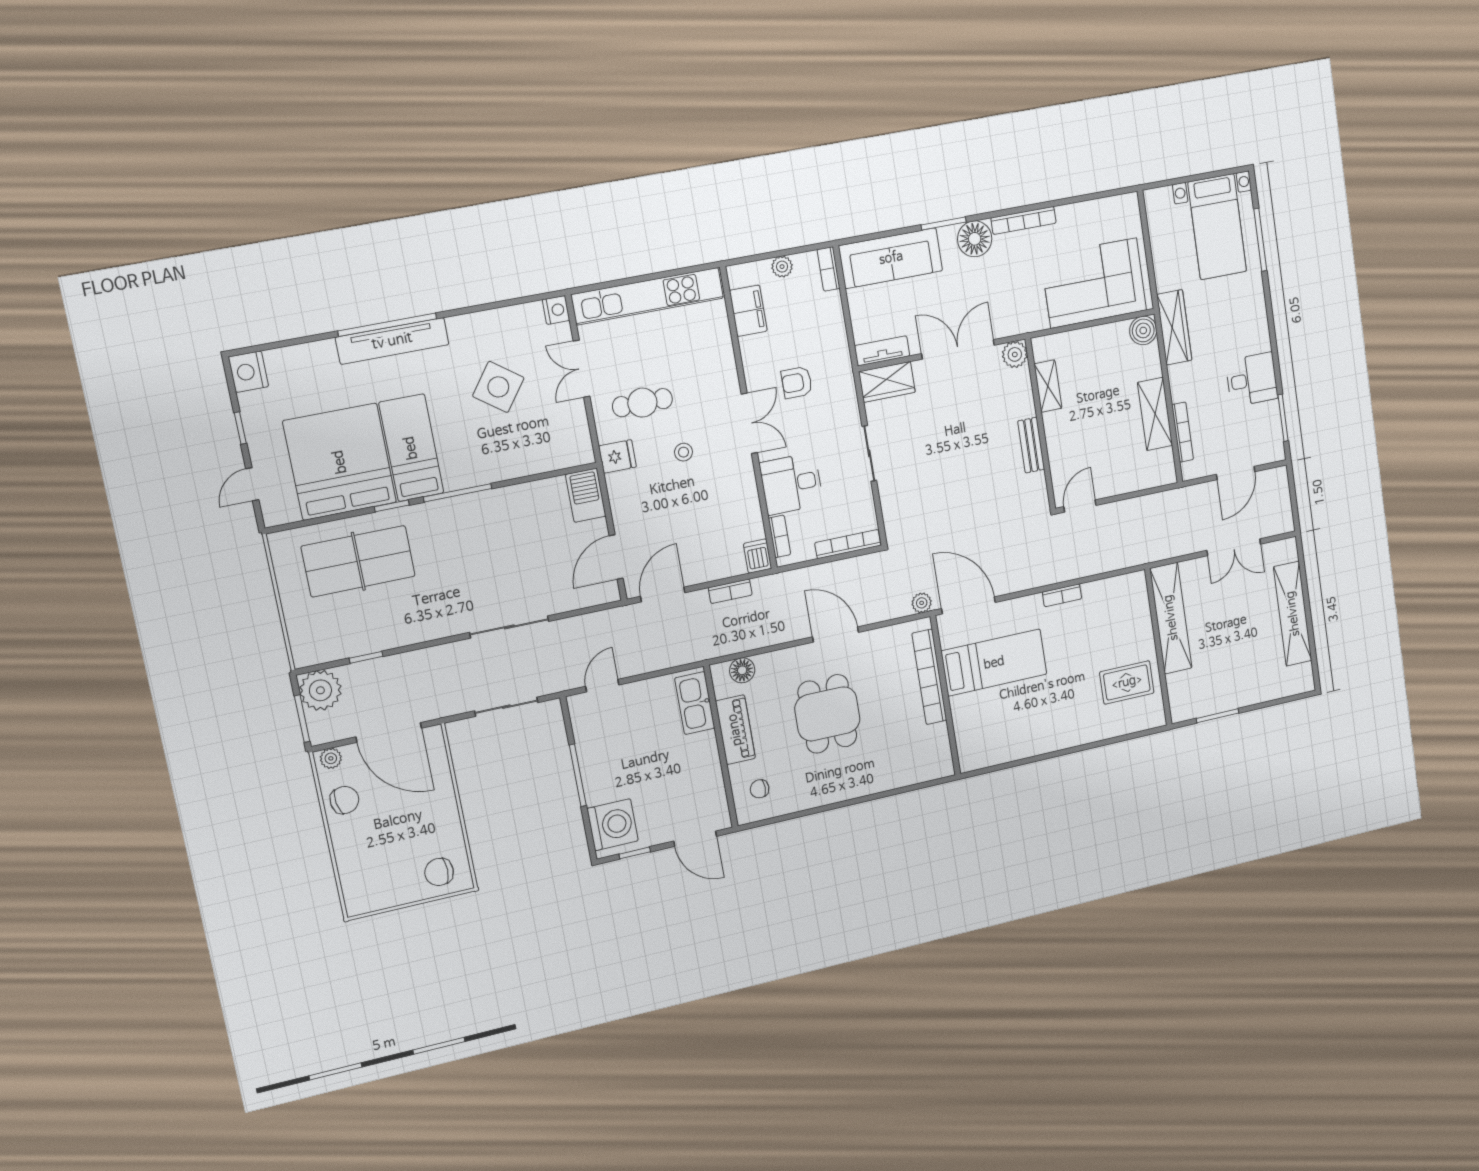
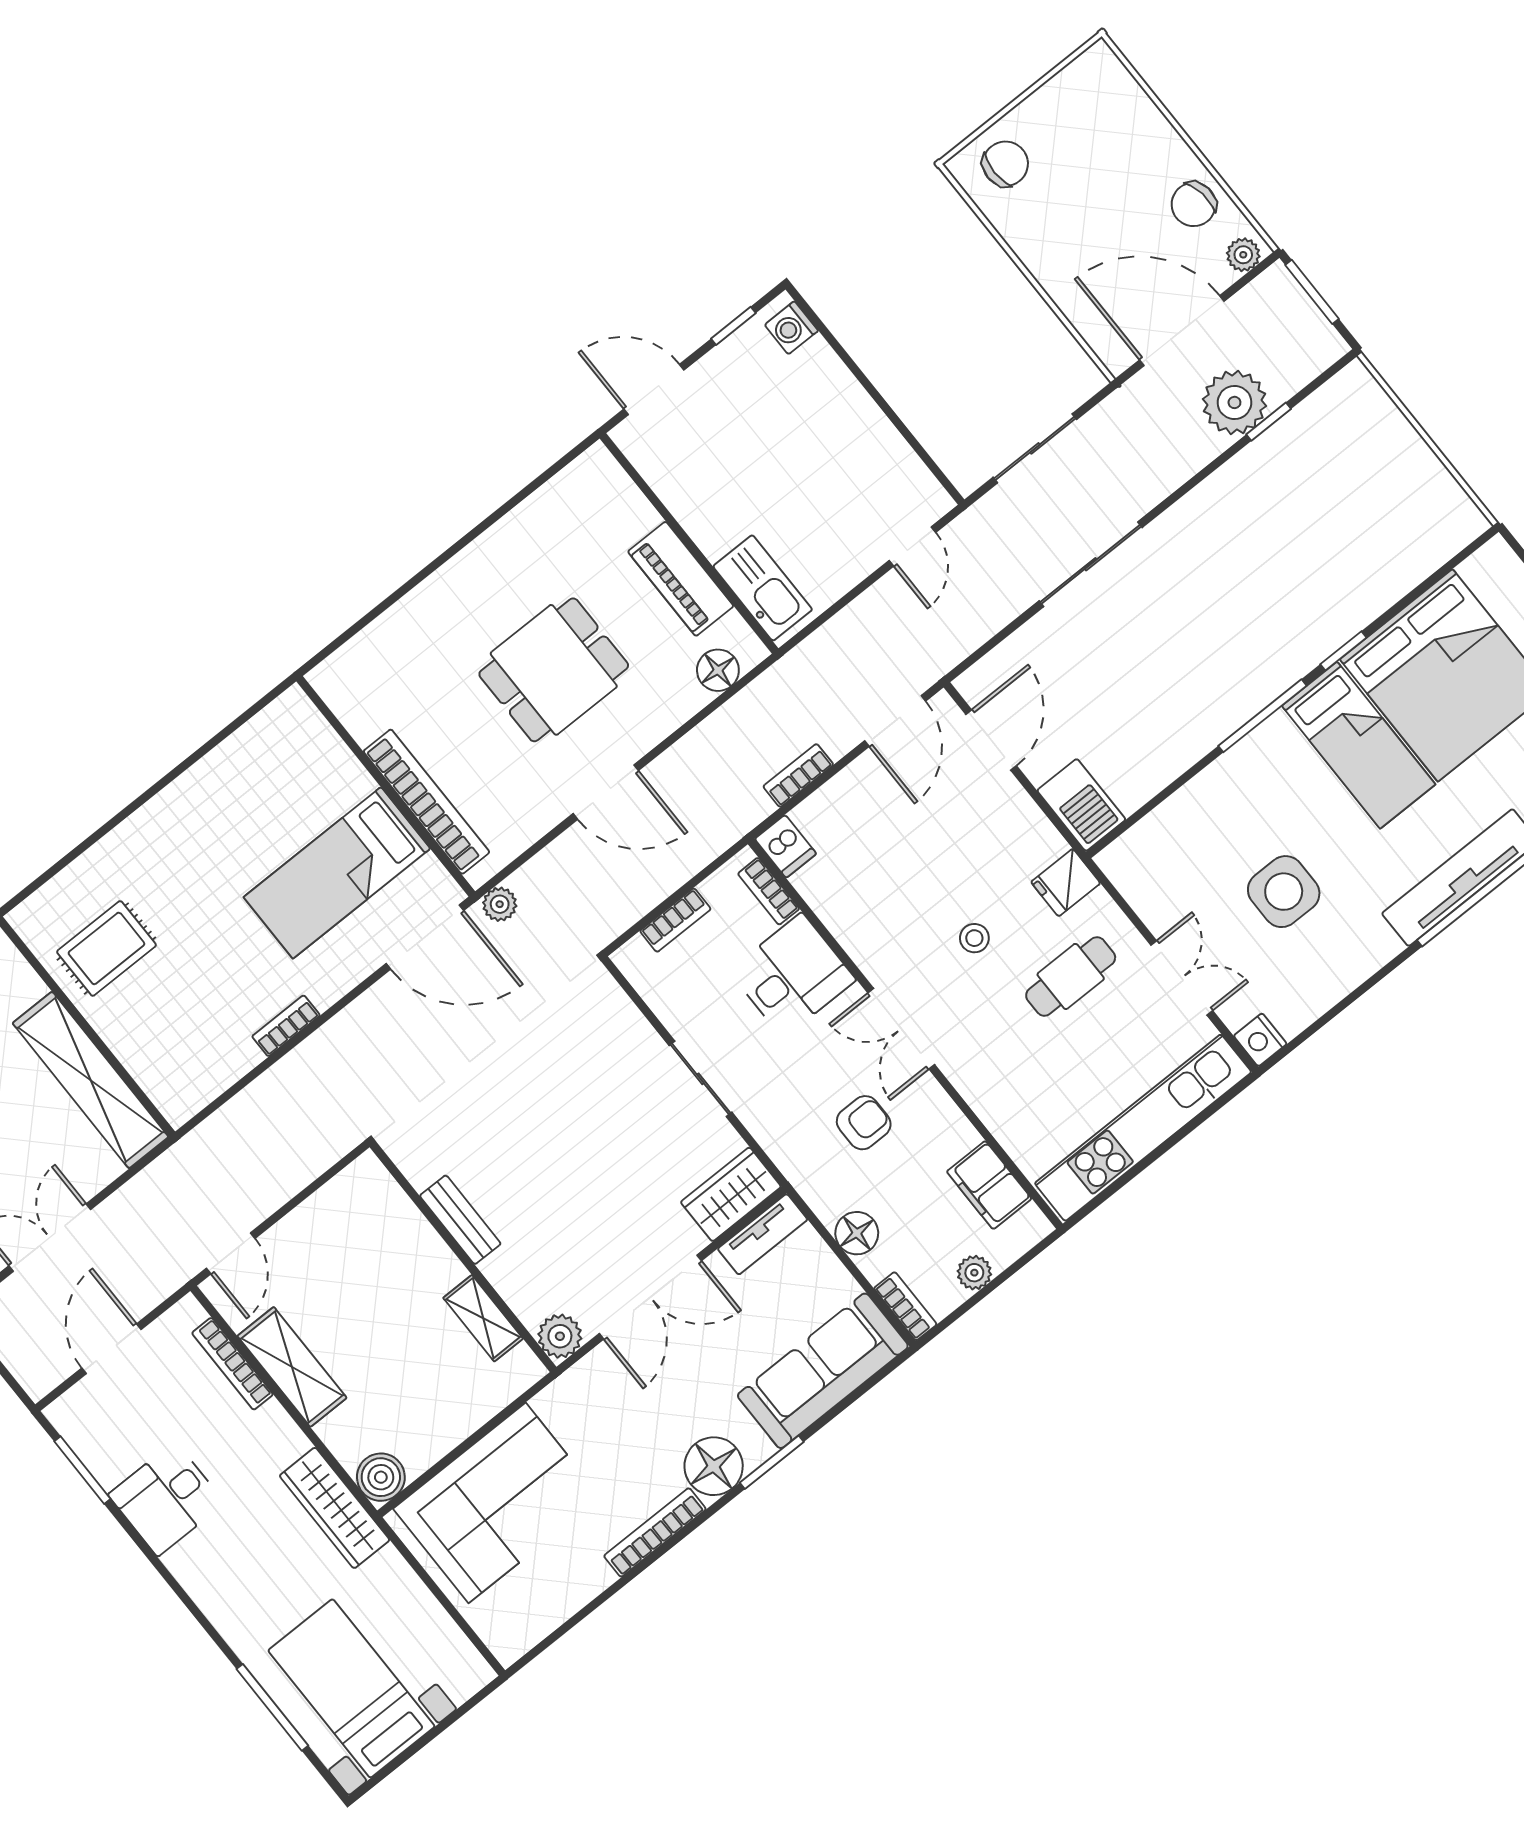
floor lamp: (833, 324) -> (857, 1233), added
side table: (498, 387) -> (1284, 892), turned -36
door: (1080, 506) -> (231, 1253), moved
bookcase: (848, 544) -> (675, 920), width x0.64
table tennis table: (358, 561) -> (1349, 551), removed
plant: (320, 690) -> (1234, 402), moved
dining table: (827, 714) -> (554, 670), turned 90
window: (578, 775) -> (879, 399), removed
chair: (760, 789) -> (596, 510), removed
washing machine: (613, 825) -> (791, 328), width x0.53, depth x0.53

